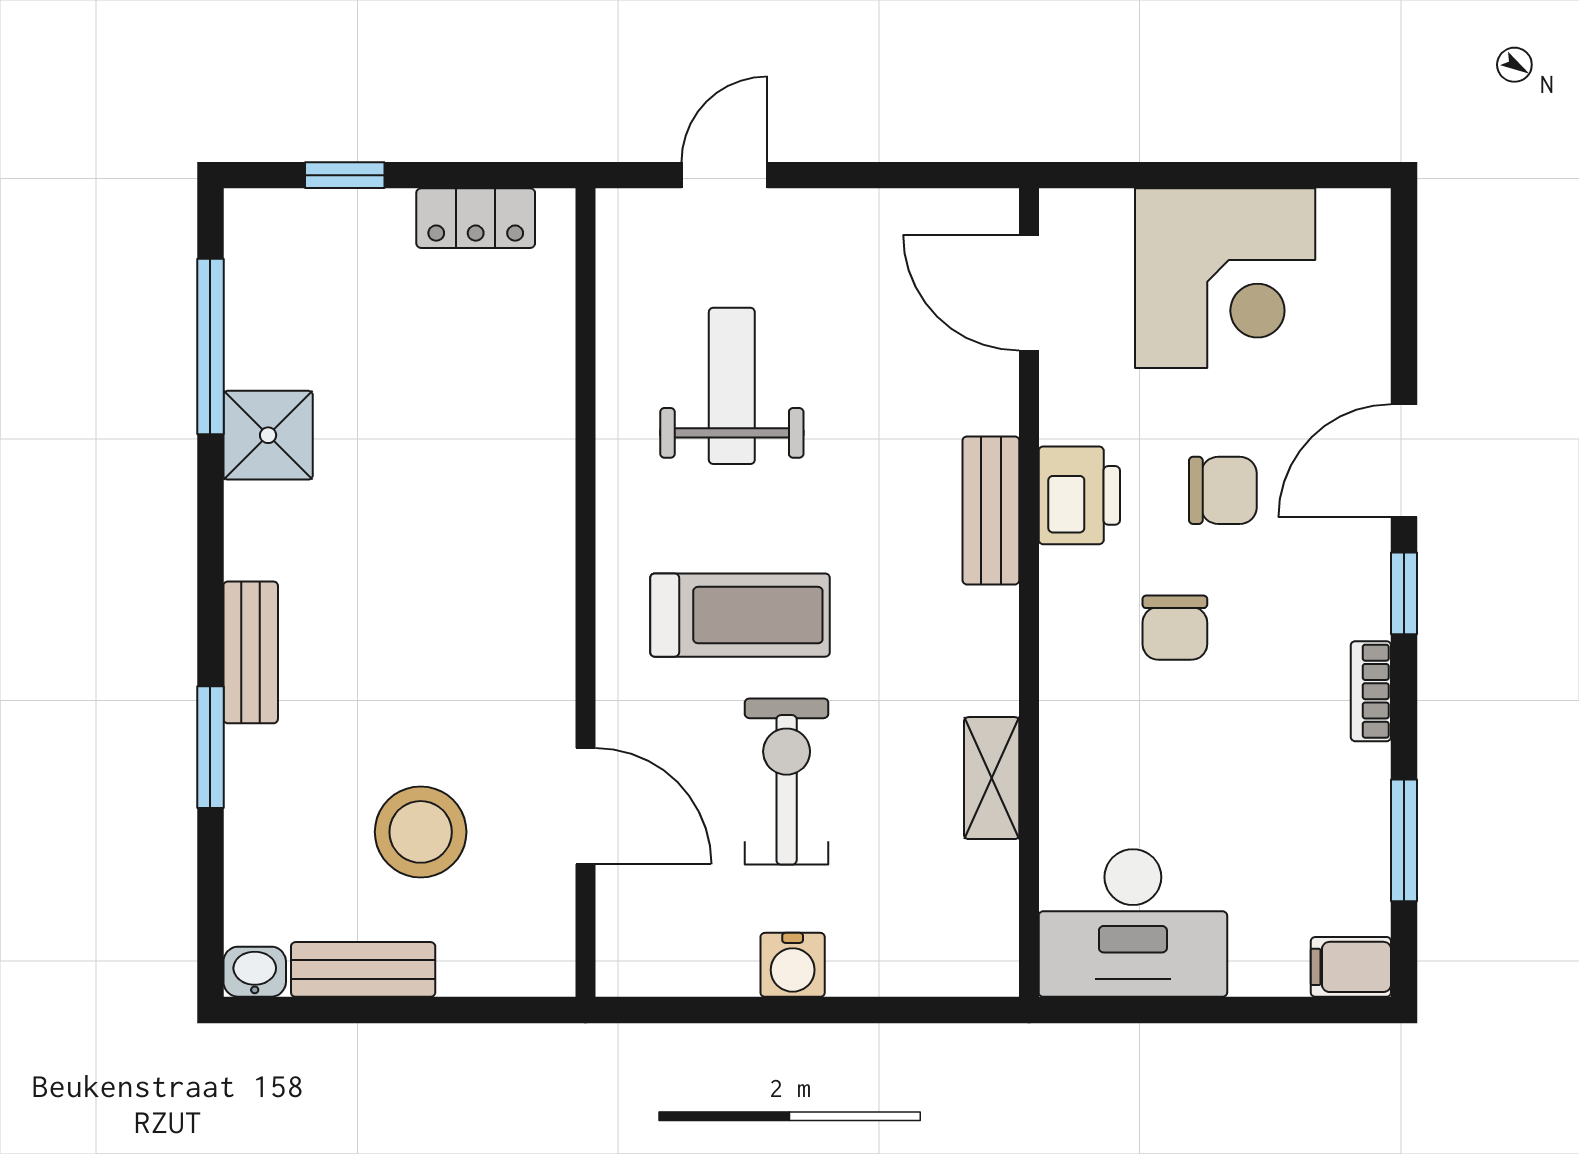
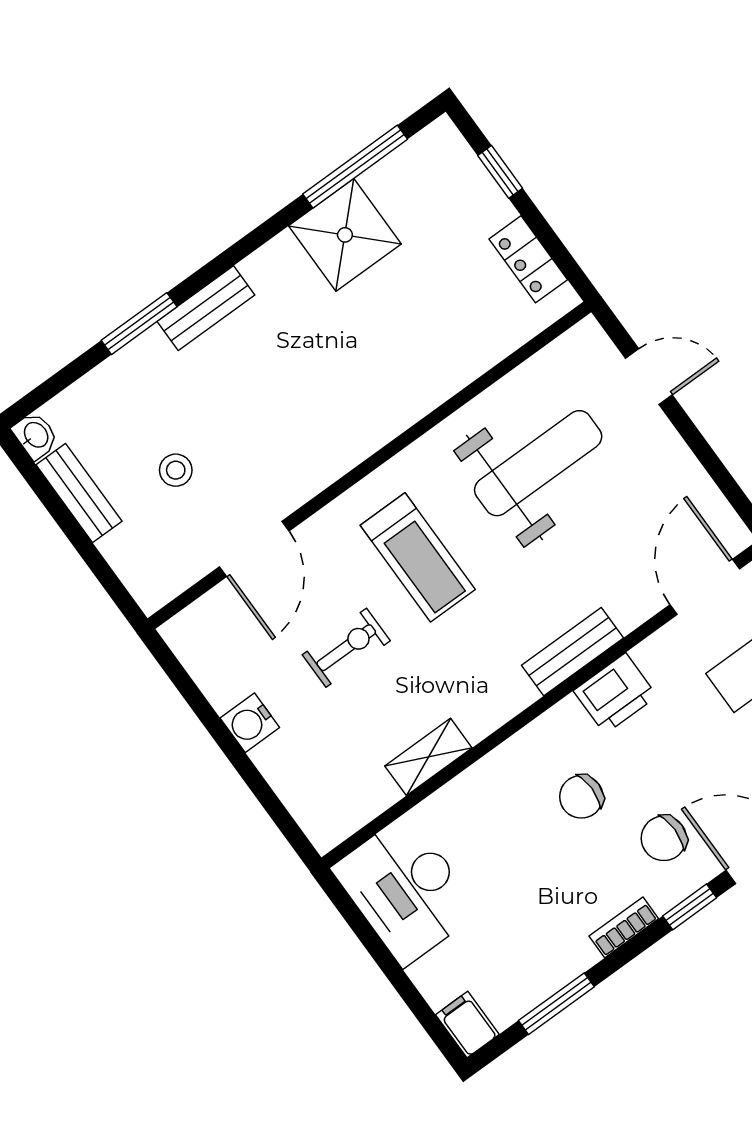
weight bench: (732, 386) -> (538, 463), width x1.36, depth x1.33
shower: (268, 435) -> (345, 235), width x1.36, depth x1.36
chair: (1223, 490) -> (664, 838), moved, turned 90
exercise bike: (787, 782) -> (346, 648), width x0.73, depth x0.72
stool: (421, 832) -> (176, 470), width x0.53, depth x0.53

